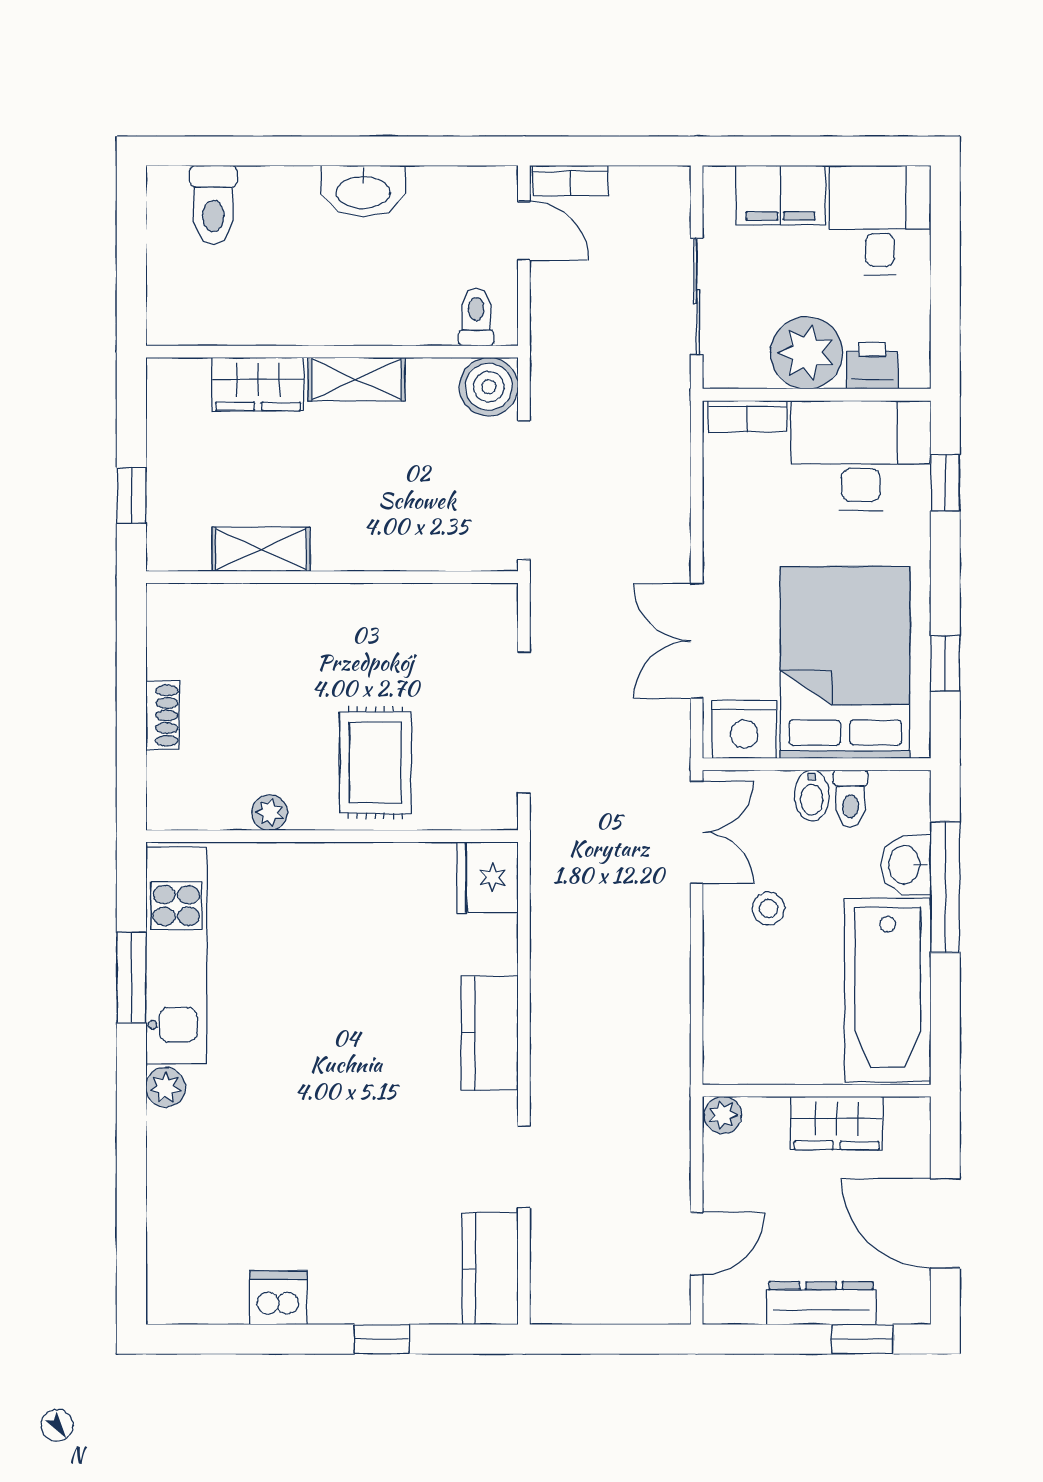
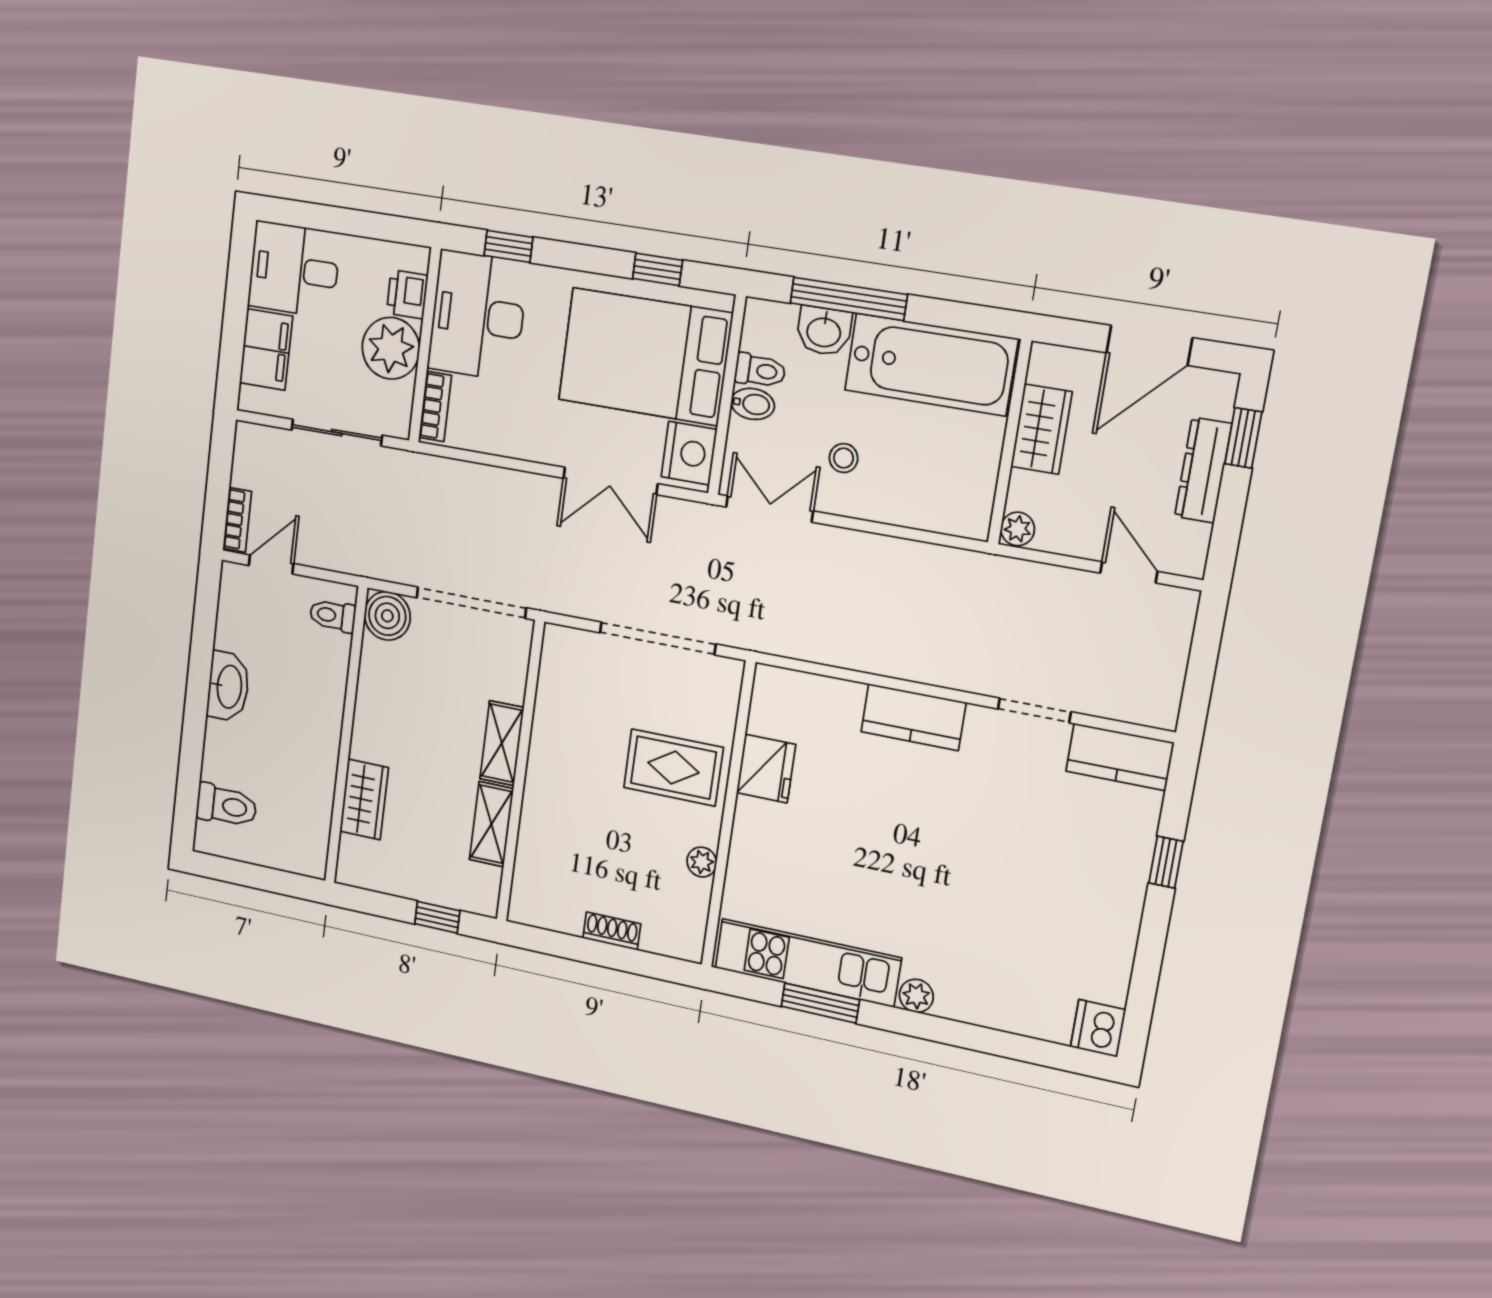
shelving: (356, 379) -> (502, 743), moved
fridge: (488, 877) -> (766, 769), moved, turned -90
dishwasher: (278, 1298) -> (1098, 1028), moved

